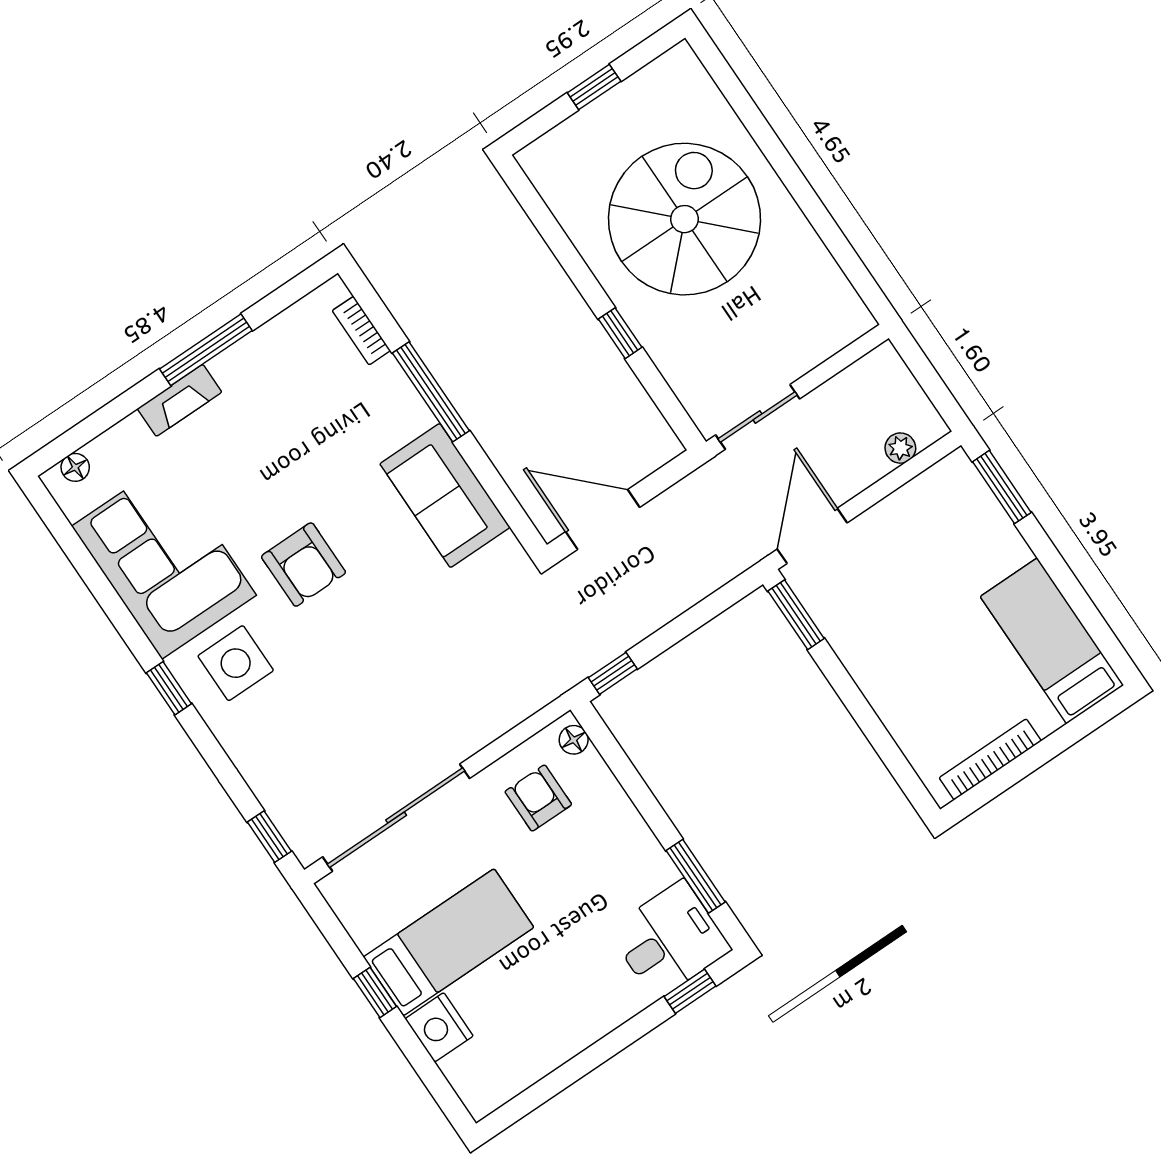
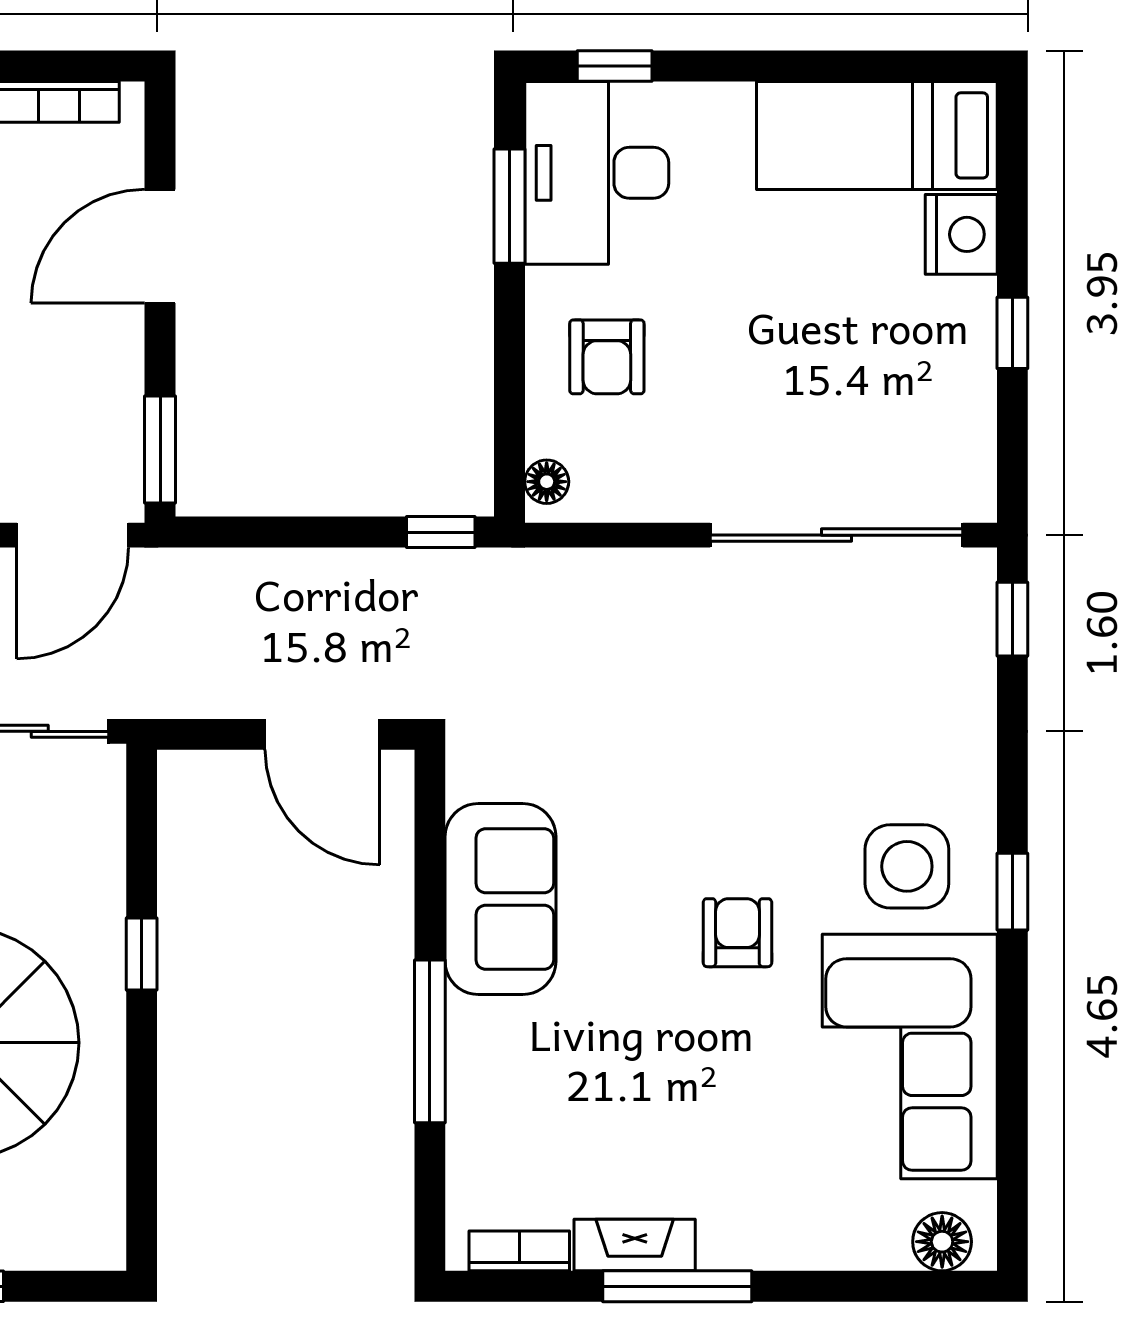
bookcase: (361, 331) -> (519, 1251), moved, turned -90
fireplace: (179, 400) -> (635, 1245), moved
floor lamp: (75, 467) -> (942, 1242), width x1.37, depth x1.37
armchair: (303, 565) -> (737, 933), width x0.72, depth x0.72
door: (871, 725) -> (160, 246), added
armchair: (538, 798) -> (607, 357), moved
desk: (669, 940) -> (597, 173), width x1.37
bed: (449, 942) -> (877, 135), moved

